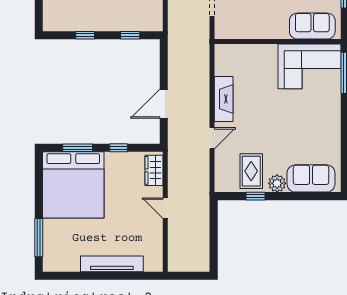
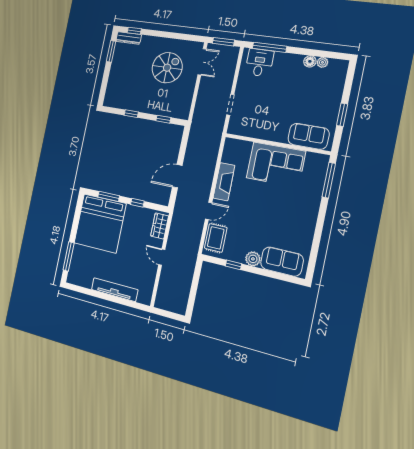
corner sofa: (309, 66) -> (276, 165), moved
rug: (251, 171) -> (216, 238), moved

